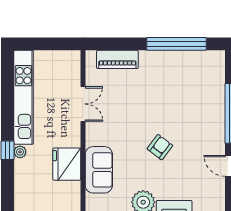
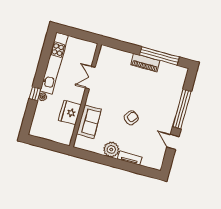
piano: (117, 59) -> (145, 63), moved
double door: (83, 104) -> (90, 78), swing flipped

